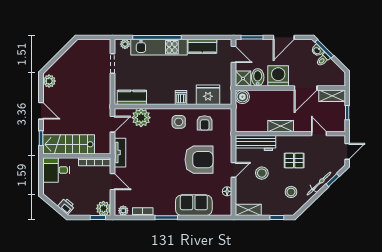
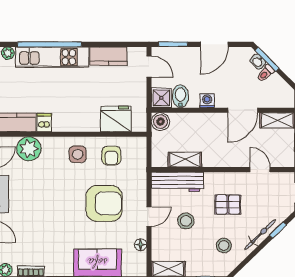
washing machine: (278, 76) -> (207, 101), width x0.53, depth x0.53
dishwasher: (181, 97) -> (44, 123), moved
shelving: (281, 126) -> (185, 160), moved

